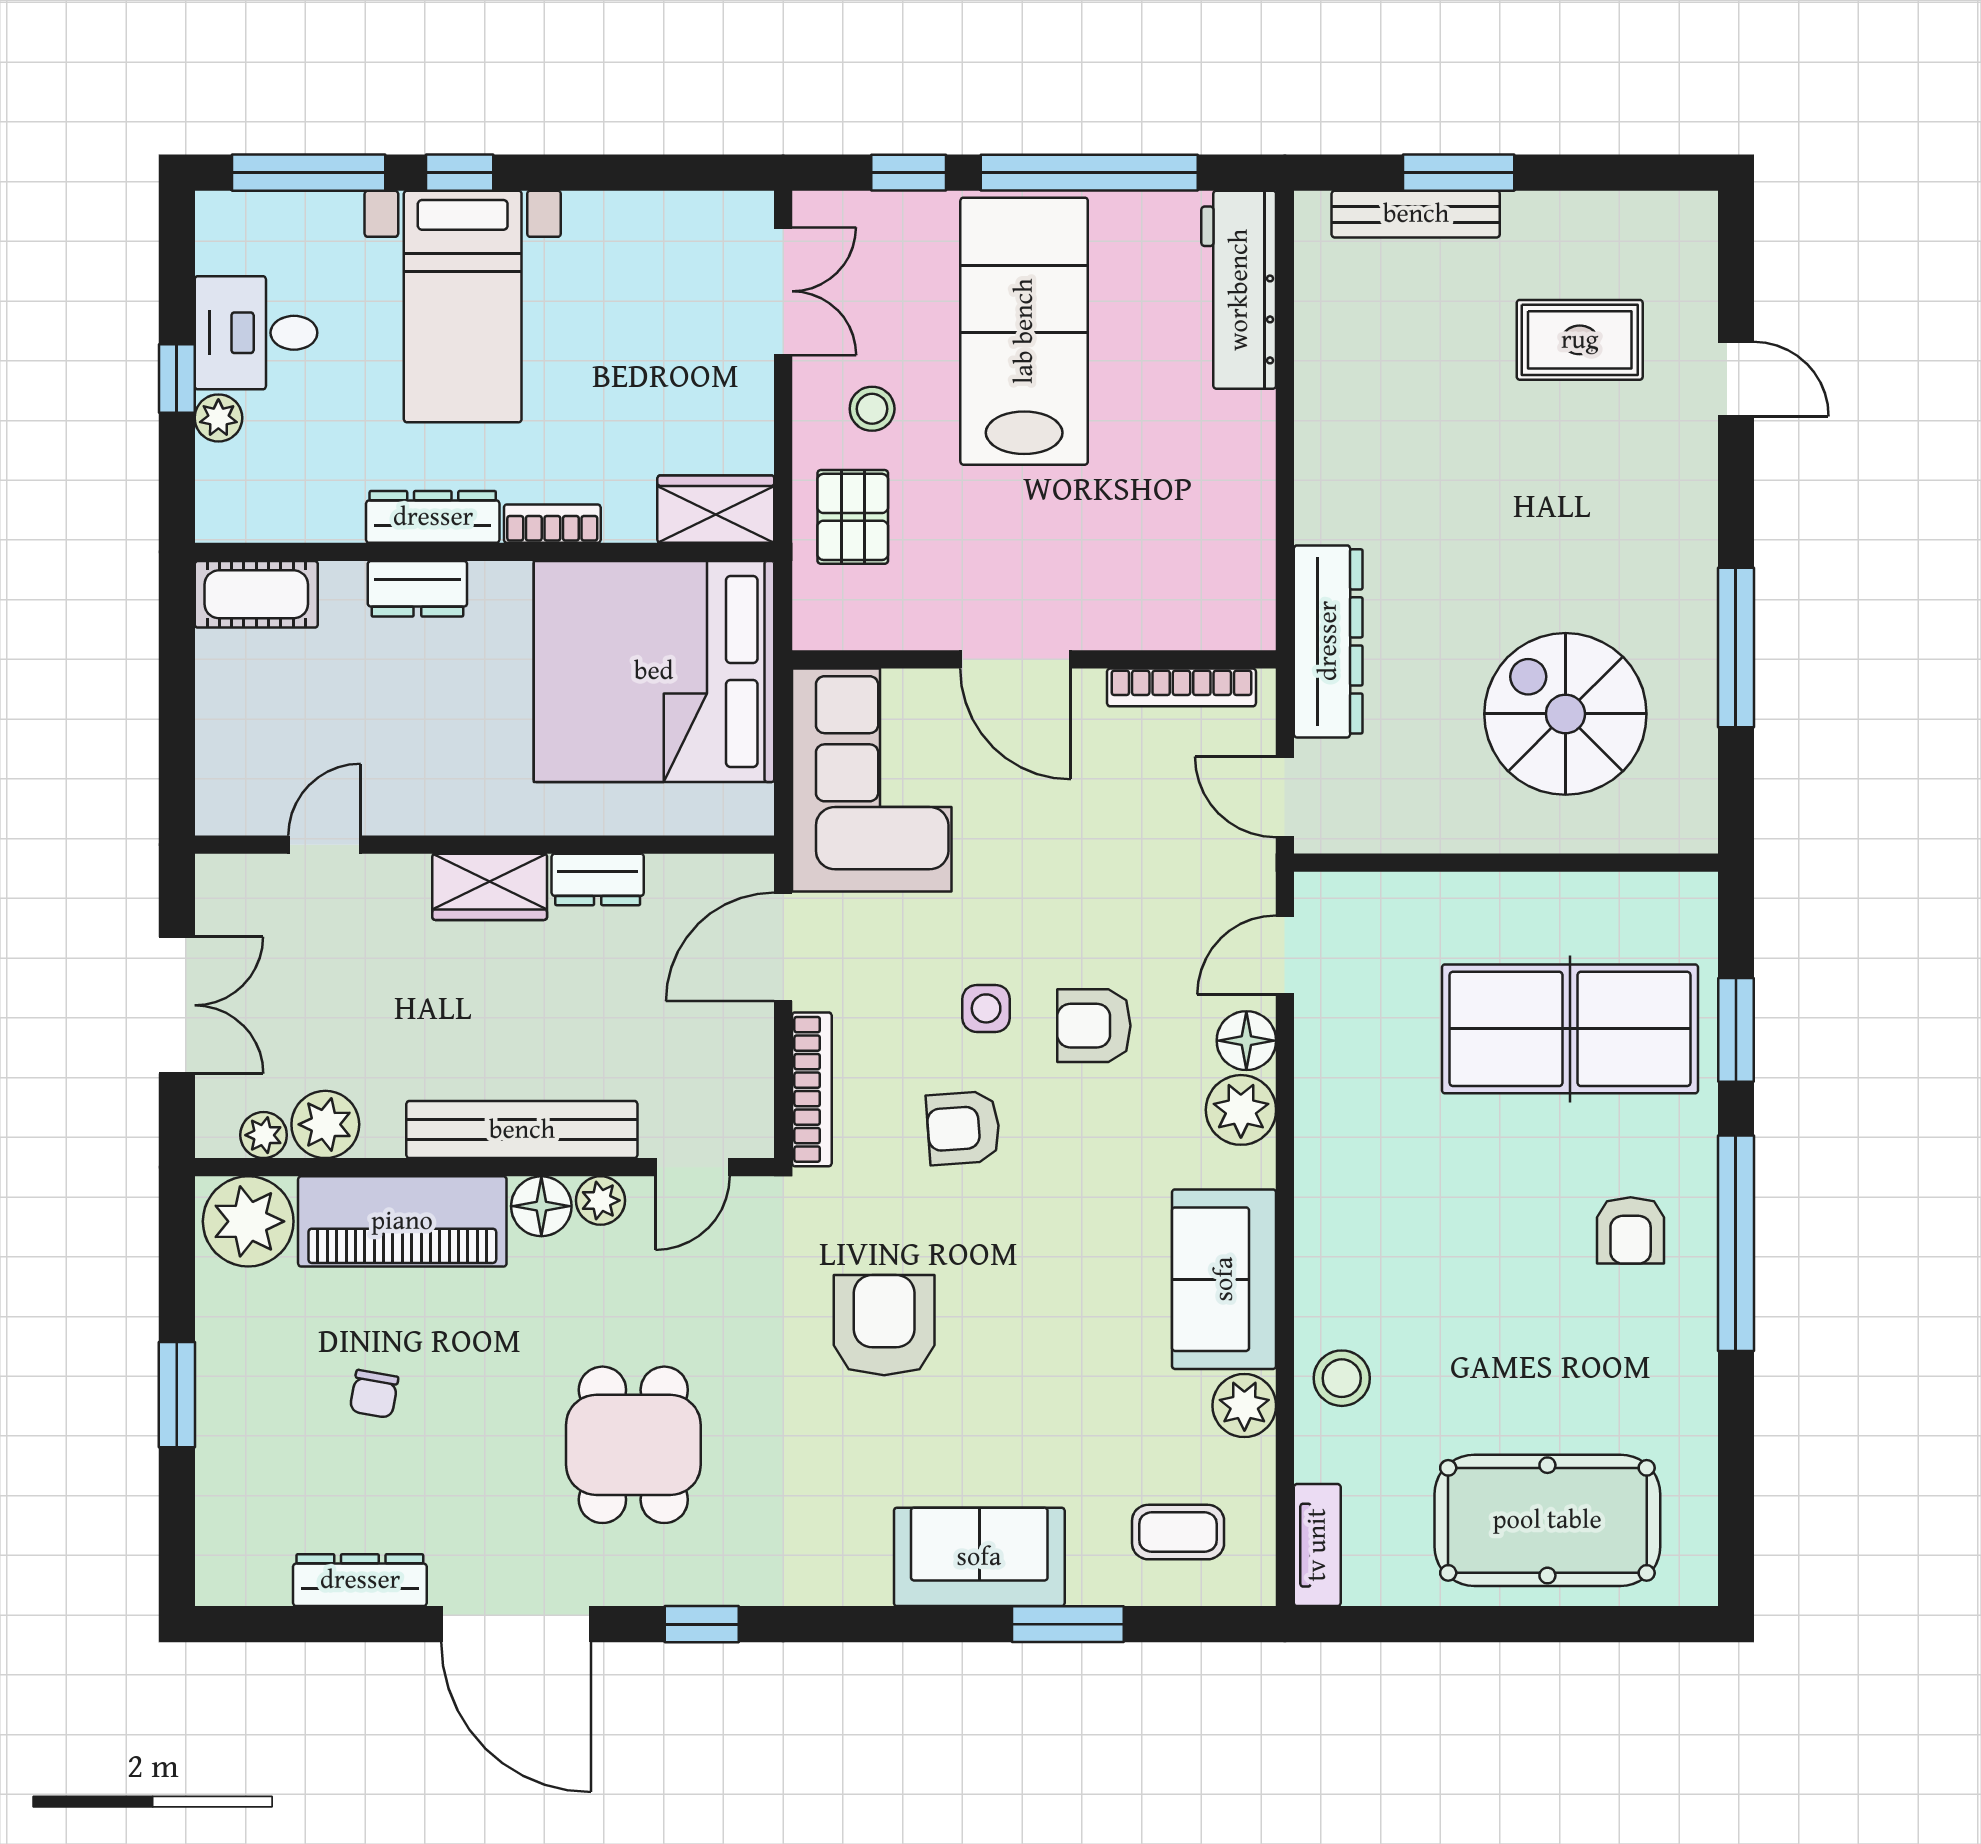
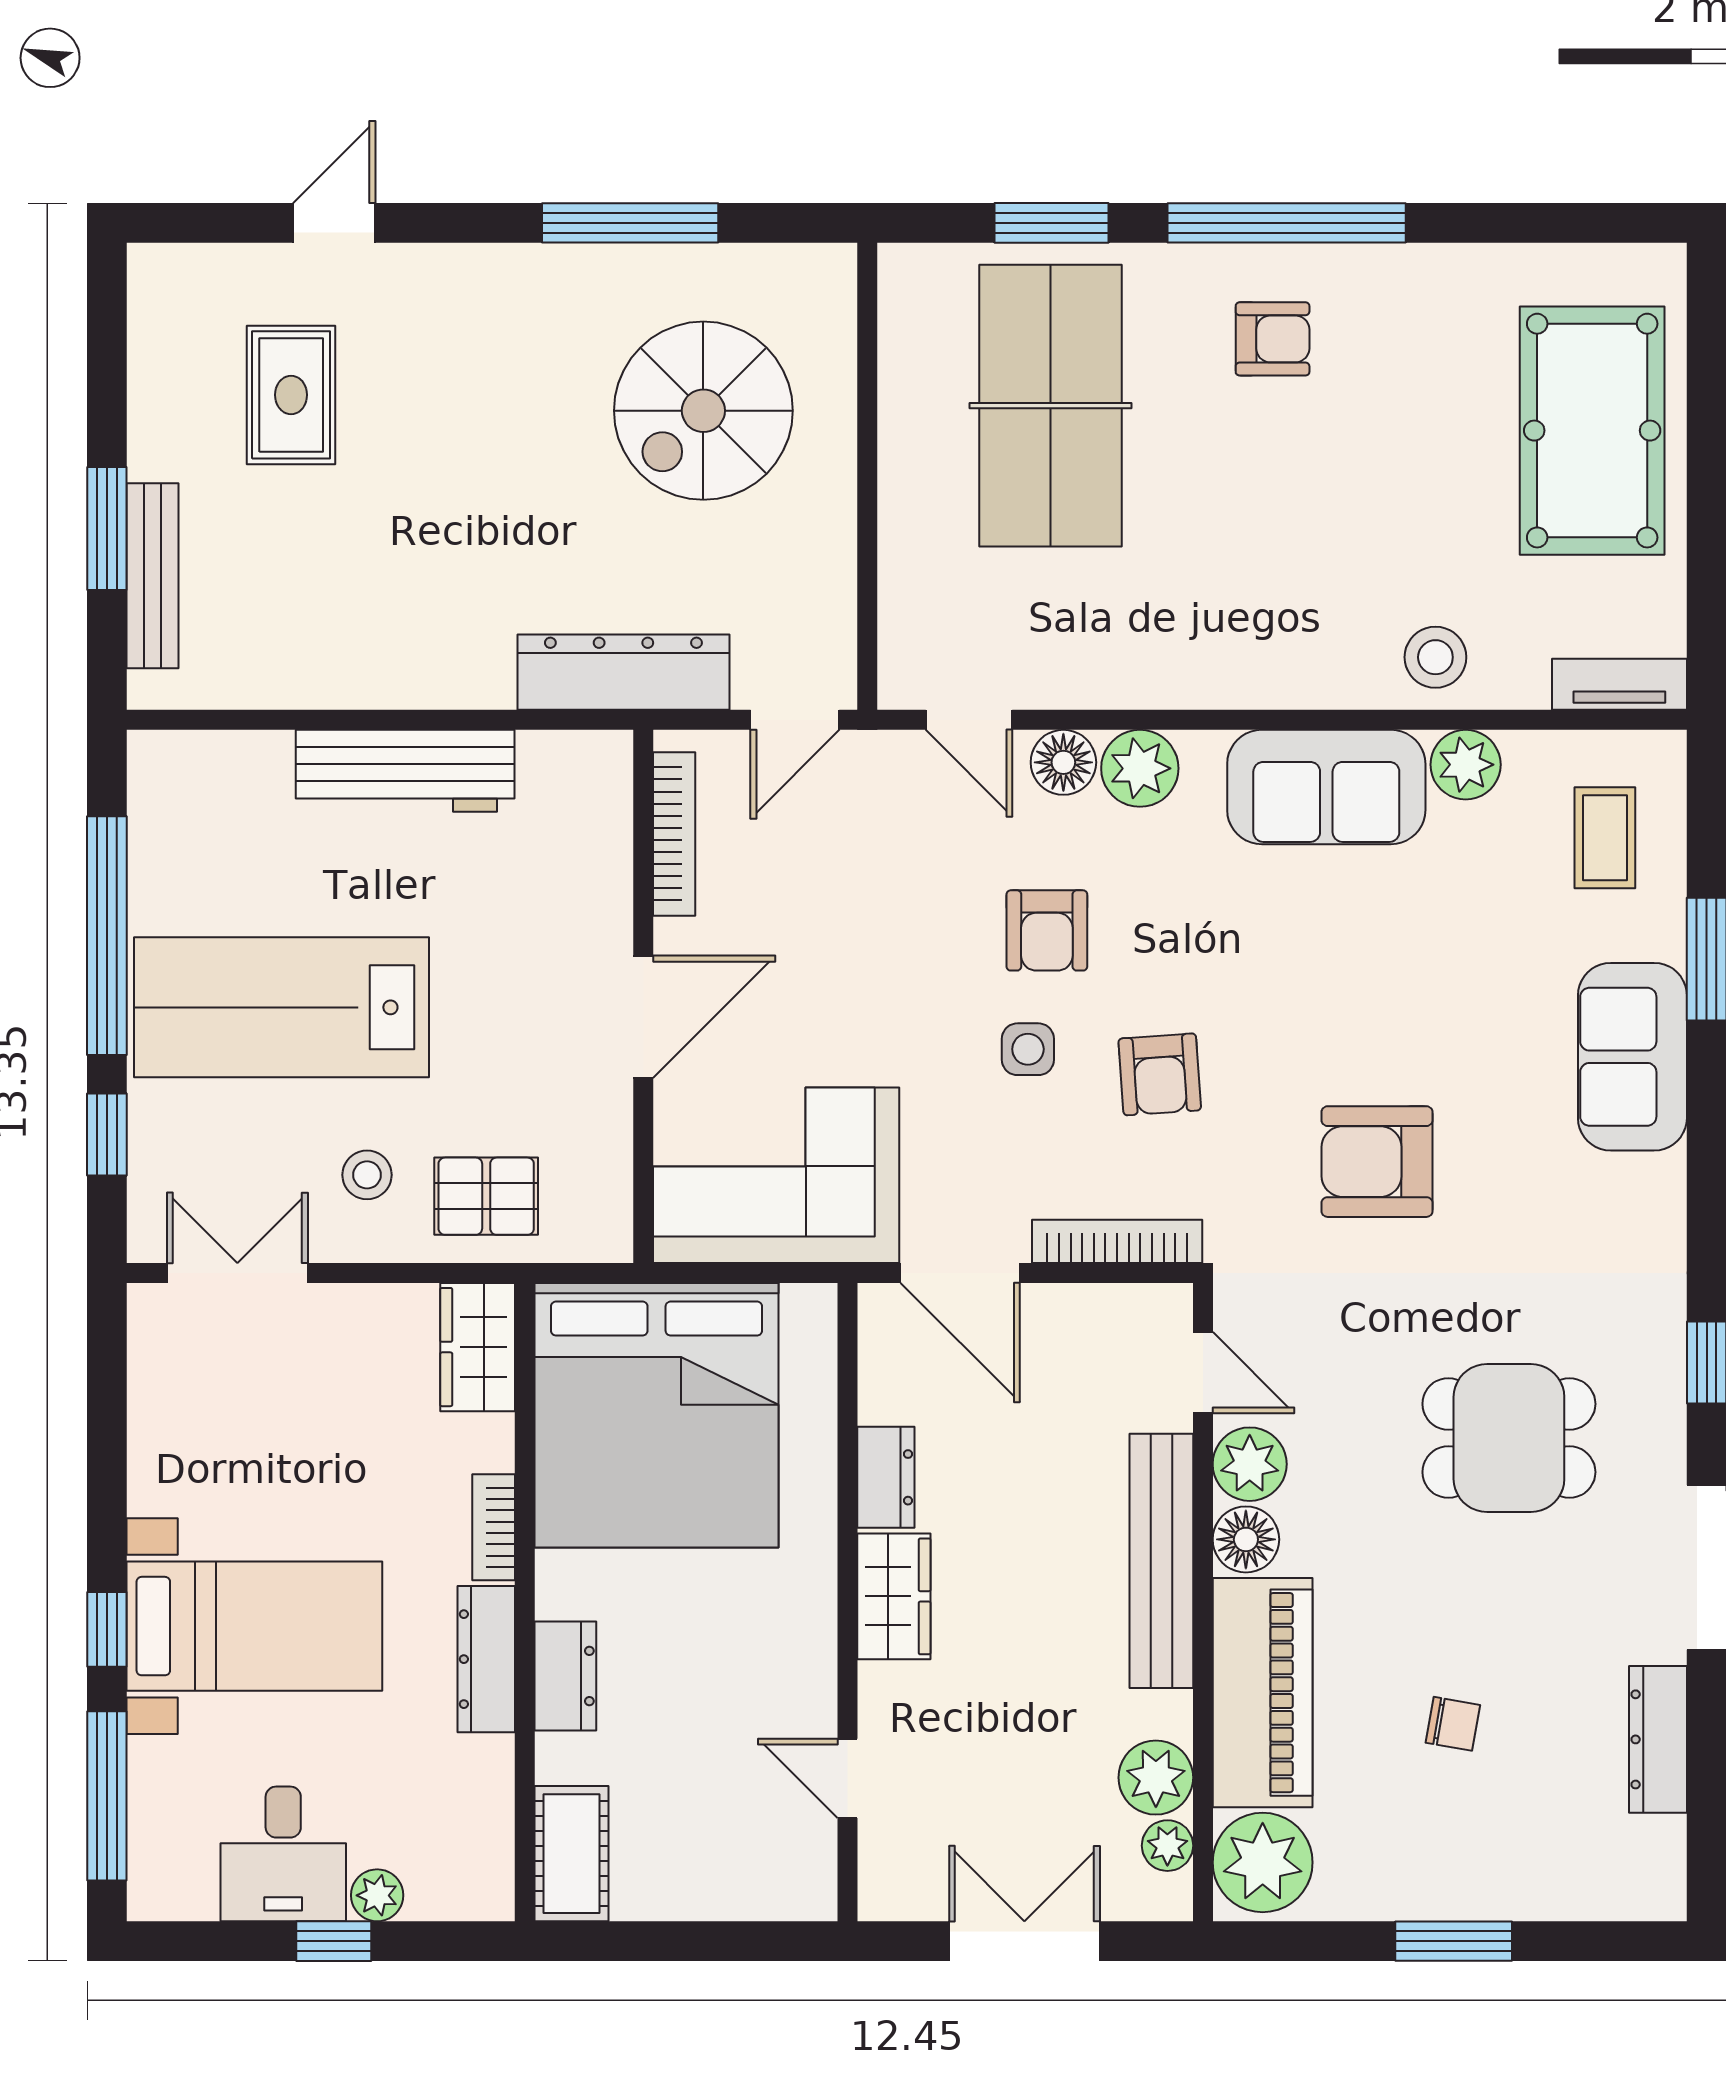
workbench: (1239, 290) -> (405, 771), moved
plant: (601, 1200) -> (1250, 1464), width x1.38, depth x1.38

